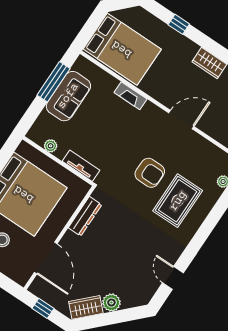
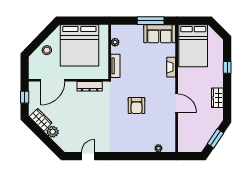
sofa: (68, 96) -> (160, 34), moved
rug: (178, 201) -> (132, 131), removed

